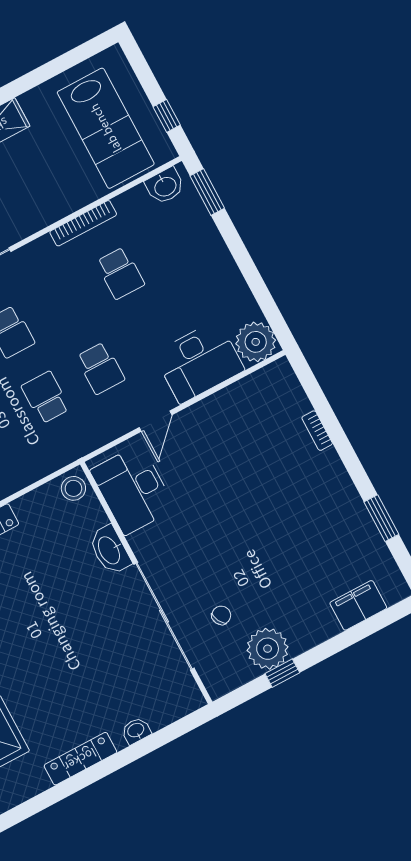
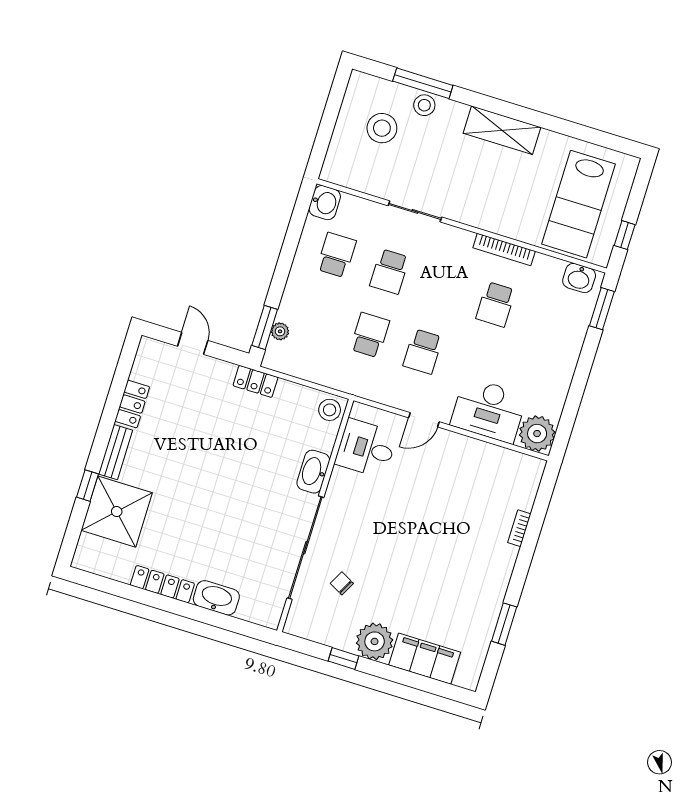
desk: (133, 490) -> (366, 448), width x0.73
filing cabinet: (358, 605) -> (425, 659), width x1.50, depth x1.17
chair: (221, 615) -> (342, 583), turned -124
plant: (268, 649) -> (375, 641), moved
washbasin: (136, 731) -> (216, 598), width x1.91, depth x1.45

